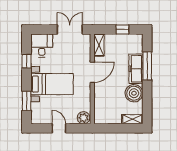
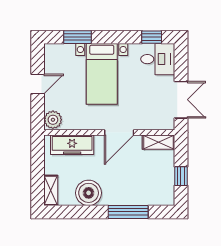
window: (27, 61) -> (152, 37), moved
freezer: (136, 69) -> (72, 145), moved, turned 180
door: (92, 72) -> (119, 132), hinge flipped

